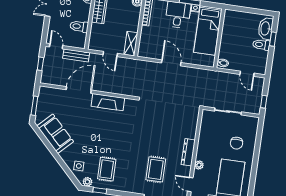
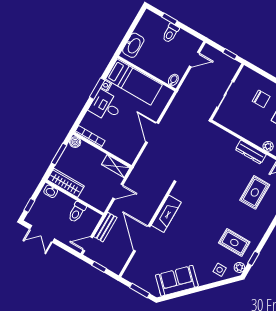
washbasin: (266, 29) -> (133, 45), moved, turned -90
door: (171, 63) -> (152, 133), hinge flipped
rug: (156, 169) -> (255, 192), turned 90

